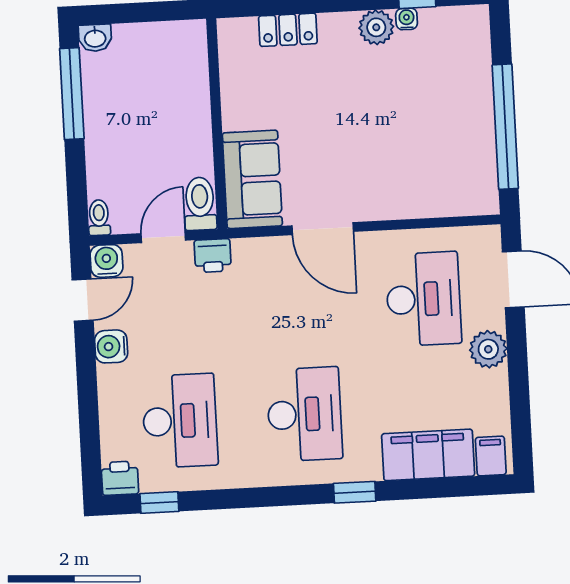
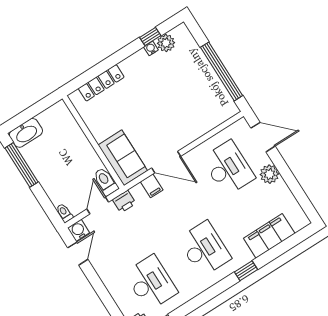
plant: (376, 27) -> (166, 43), moved
locker: (288, 30) -> (101, 83), width x1.53
washbasin: (95, 38) -> (26, 133), width x1.91, depth x1.45
water cooler: (111, 346) -> (102, 267), removed
filing cabinet: (491, 456) -> (152, 186), moved, turned 180

